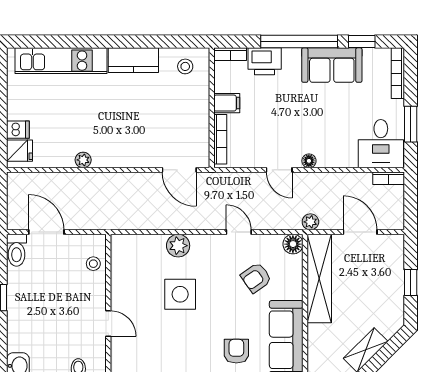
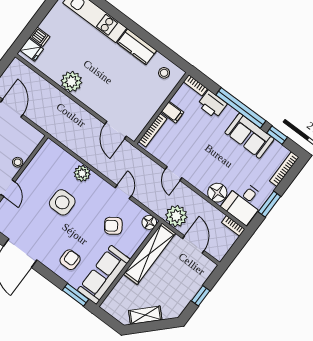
plant: (83, 160) -> (71, 82), width x1.88, depth x1.88
floor lamp: (309, 161) -> (217, 193), moved, width x1.89, depth x1.89
plant: (310, 222) -> (176, 216), width x1.88, depth x1.88
stool: (93, 264) -> (18, 162), moved

